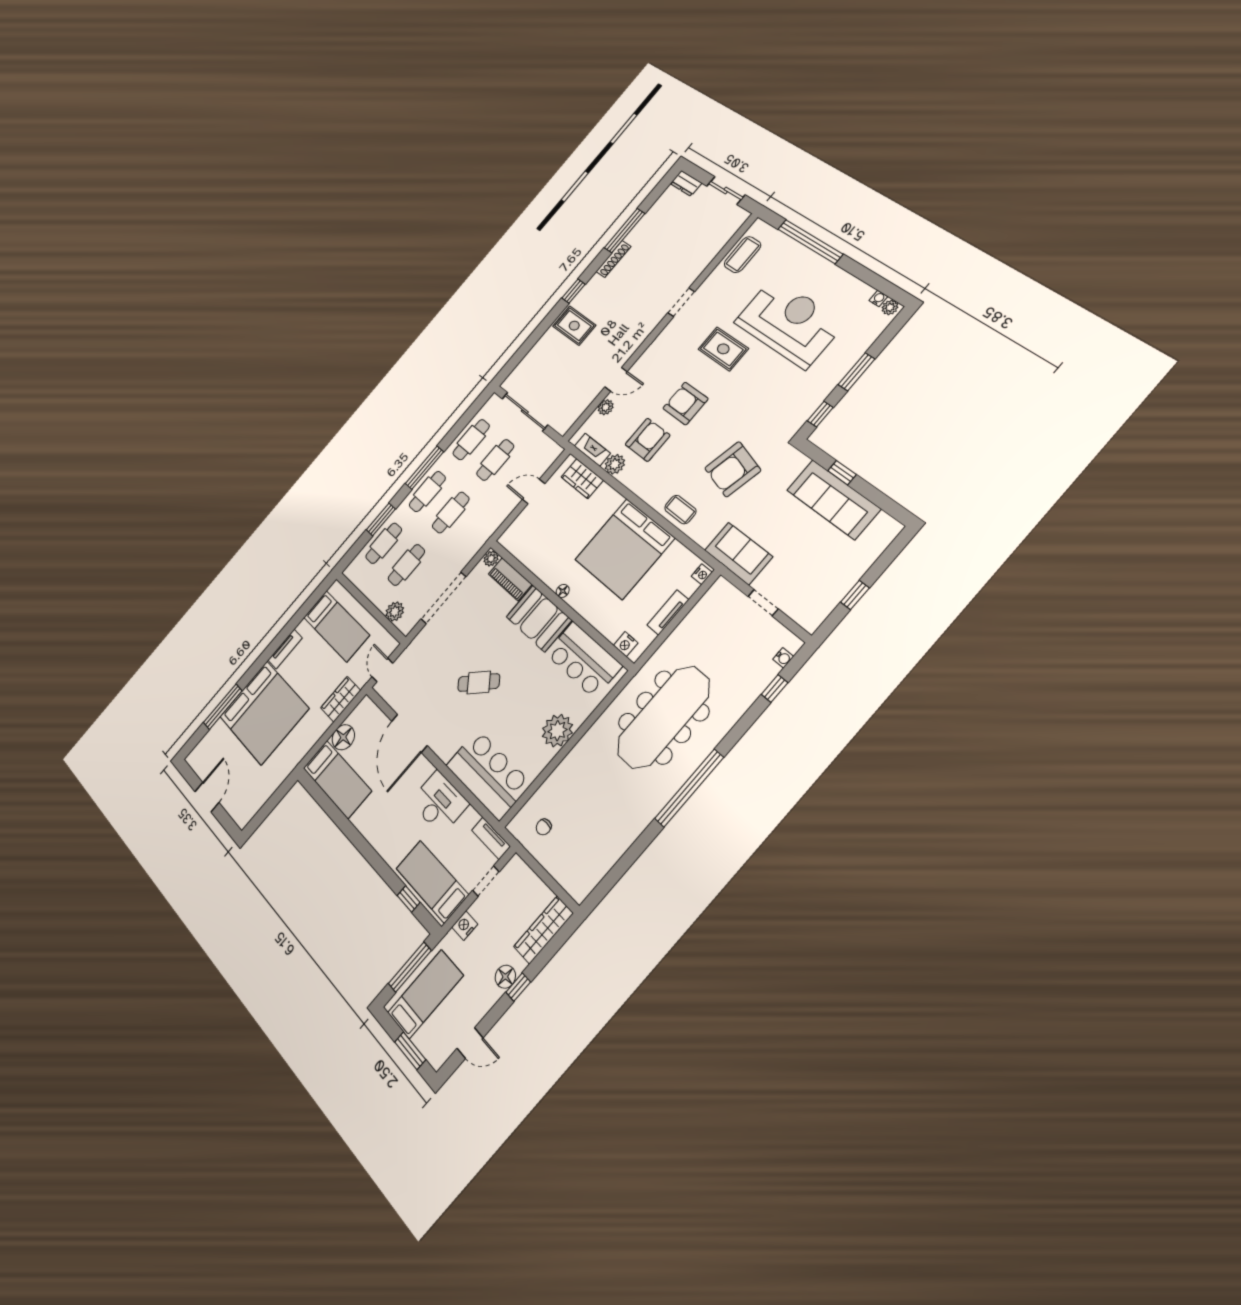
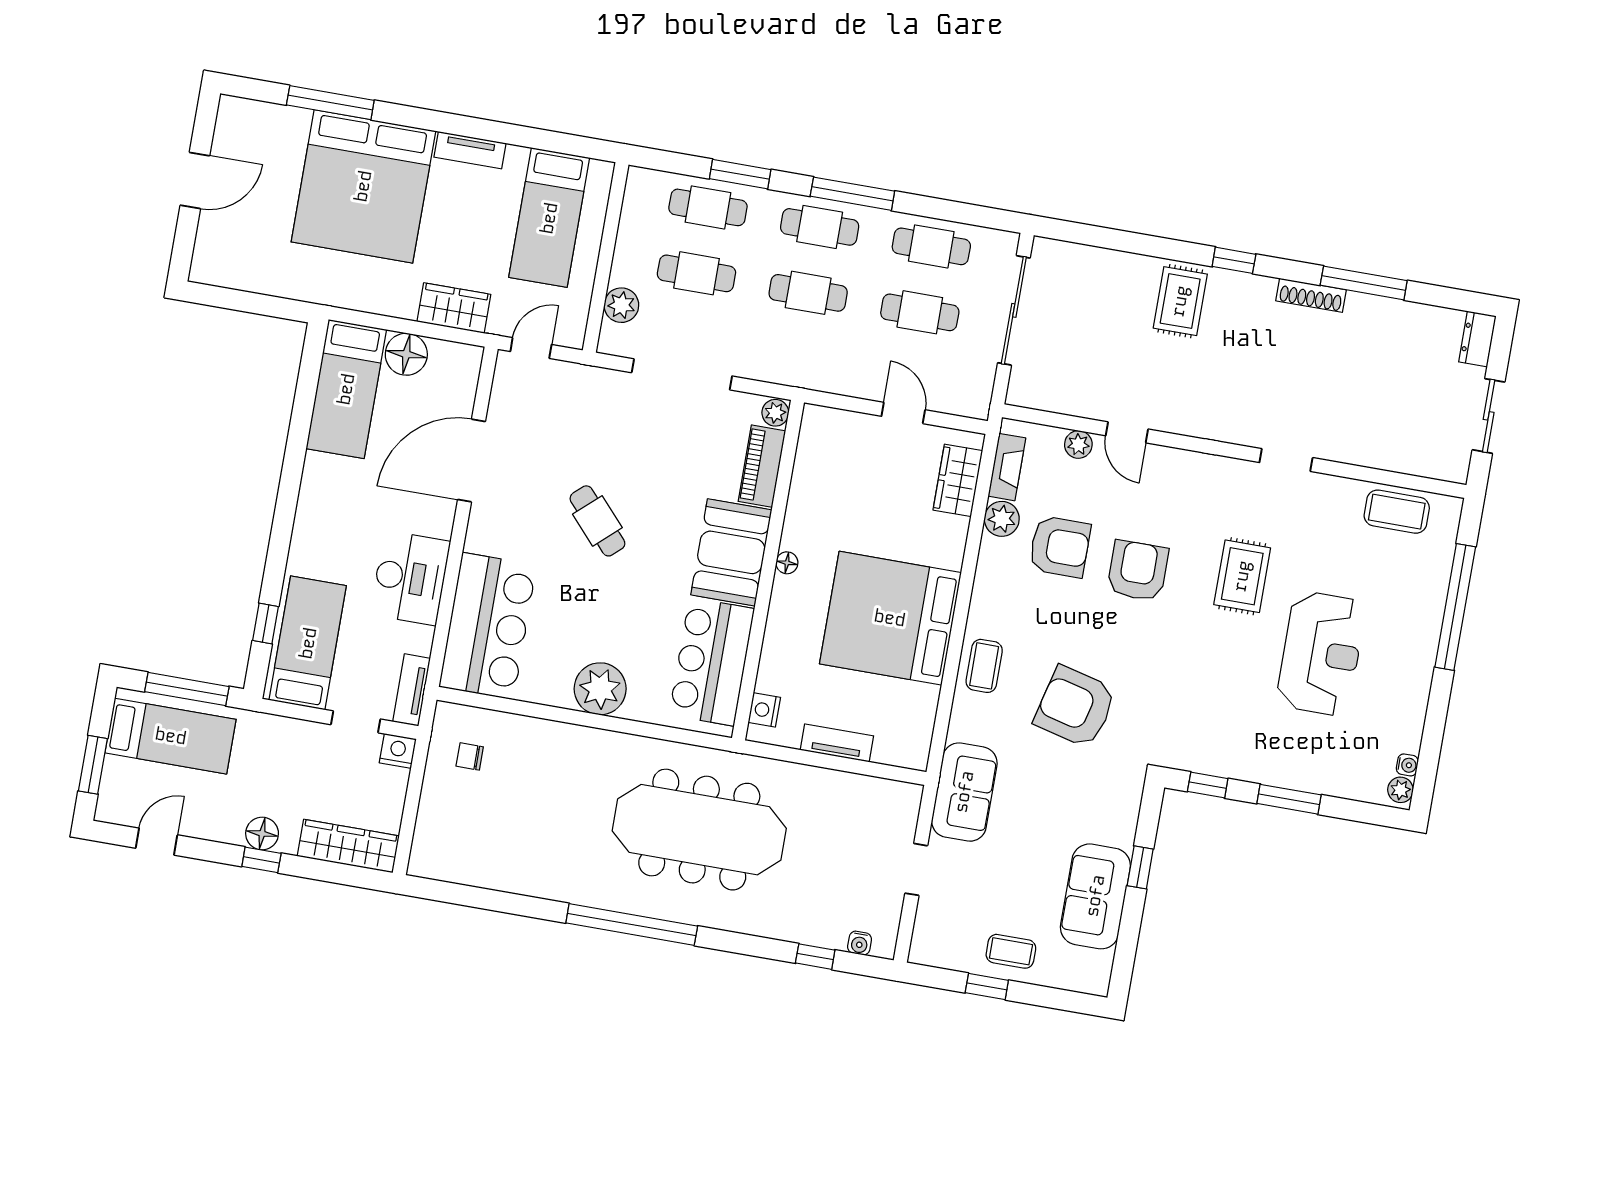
reception desk: (789, 323) -> (1321, 653), width x0.74, depth x0.77
sofa: (833, 499) -> (1095, 896), width x0.73
coffee table: (843, 571) -> (1011, 951), added
nightstand: (702, 574) -> (911, 758), removed
nightstand: (465, 926) -> (398, 751), moved
door: (470, 1043) -> (156, 842), swing flipped

